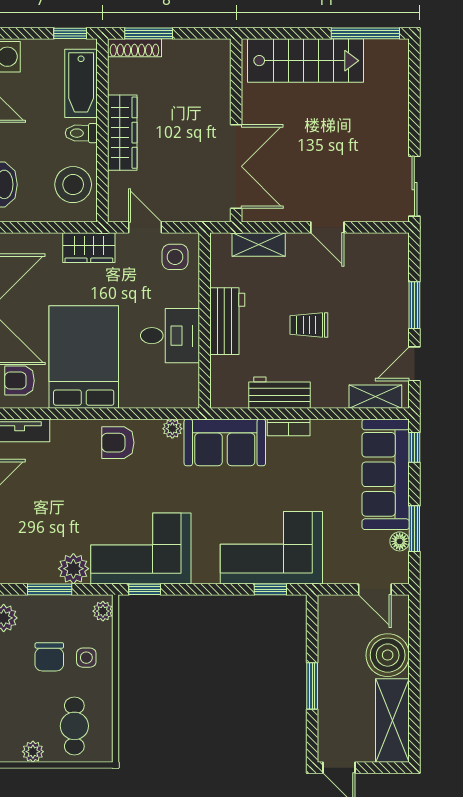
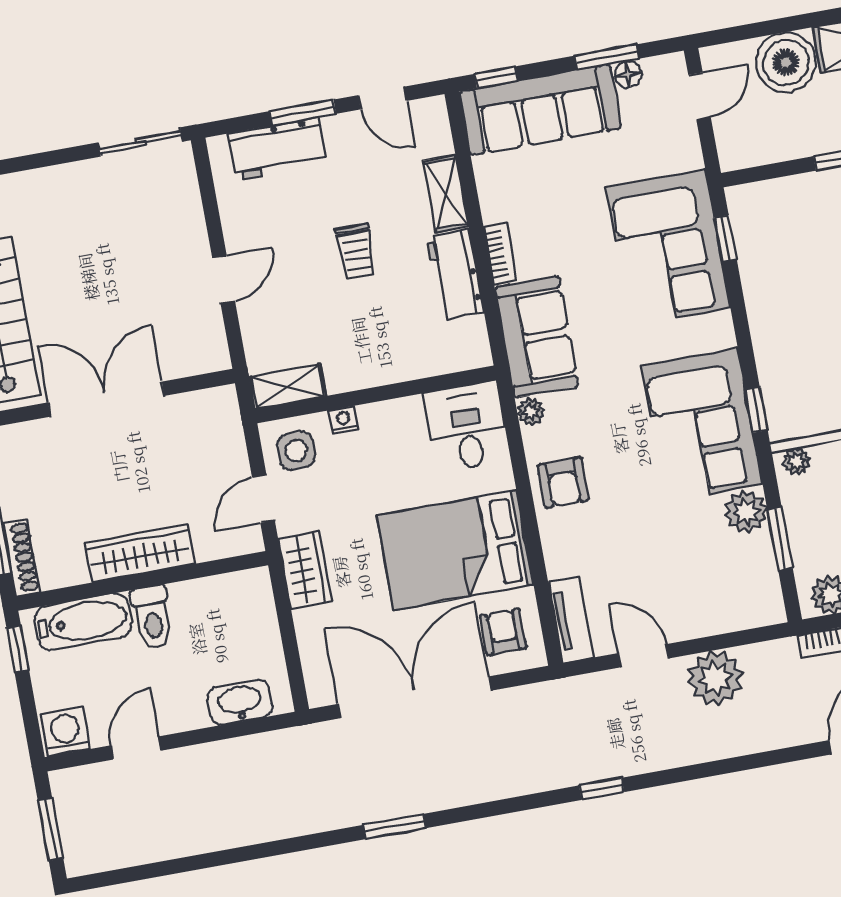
toilet: (81, 133) -> (152, 617), width x1.37, depth x1.39
double door: (236, 166) -> (106, 399), moved
stool: (73, 185) -> (223, 607), removed
door: (327, 227) -> (224, 280), moved
shelving: (259, 245) -> (288, 386), moved, turned 90
nightstand: (191, 294) -> (343, 420), added
workbench: (227, 321) -> (277, 149), moved, turned 180
desk: (170, 336) -> (467, 427), moved
armchair: (19, 381) -> (503, 632), turned 180
shelving: (375, 397) -> (446, 193), moved

